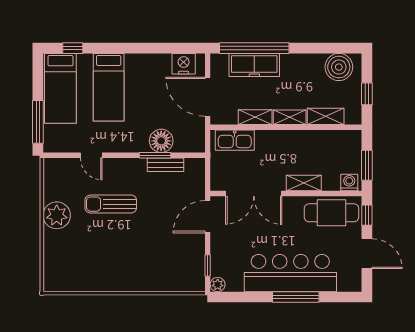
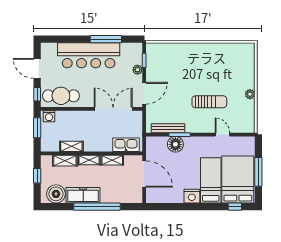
window: (254, 48) -> (97, 207), moved
nightstand: (184, 64) -> (192, 196), moved
freezer: (254, 65) -> (83, 195), moved
bed: (60, 88) -> (238, 180), width x1.50
window: (38, 122) -> (258, 172), moved
bench: (165, 165) -> (168, 128), width x1.36
shelving: (304, 183) -> (71, 146), moved
plant: (57, 215) -> (250, 94), width x0.53, depth x0.53
plant: (218, 284) -> (138, 70), moved
window: (296, 297) -> (106, 39), moved

